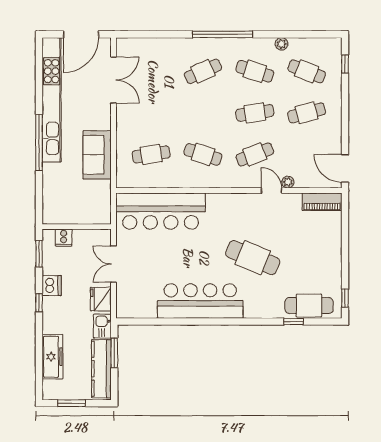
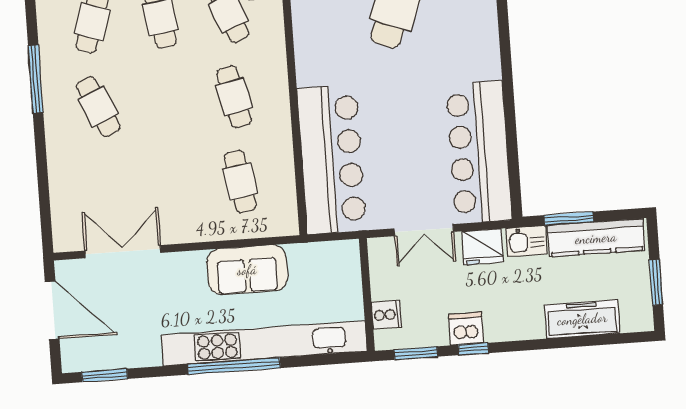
window: (222, 34) -> (36, 79), width x0.68
window: (39, 63) -> (105, 375), added
kitchen unit: (52, 100) -> (264, 343), moved
cafe table: (203, 154) -> (234, 97), turned -30
bar counter: (200, 301) -> (479, 152), moved
window: (39, 303) -> (473, 349), moved

